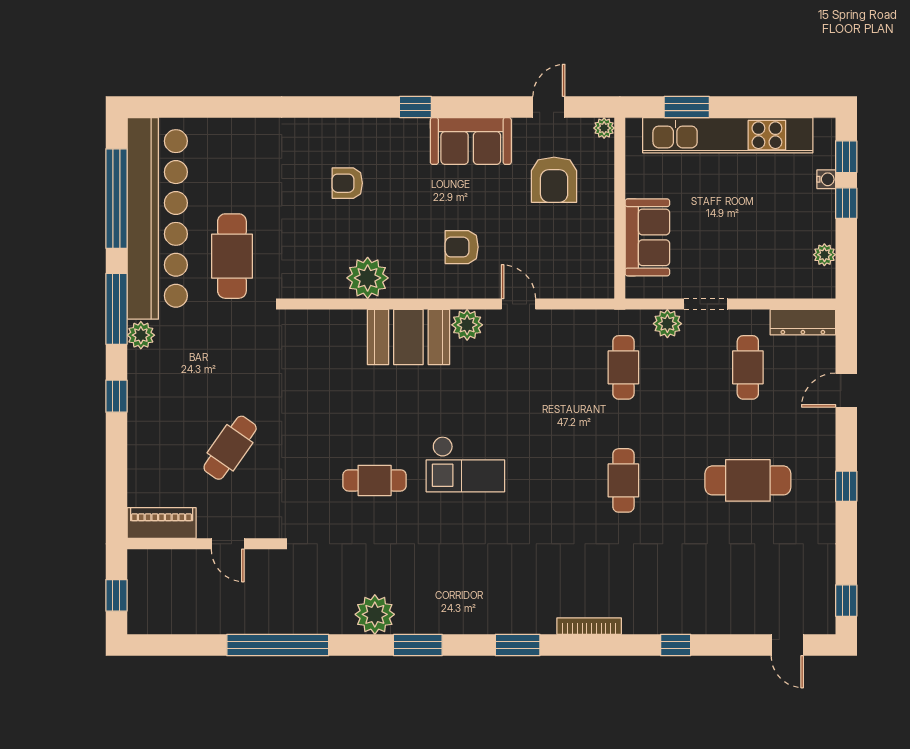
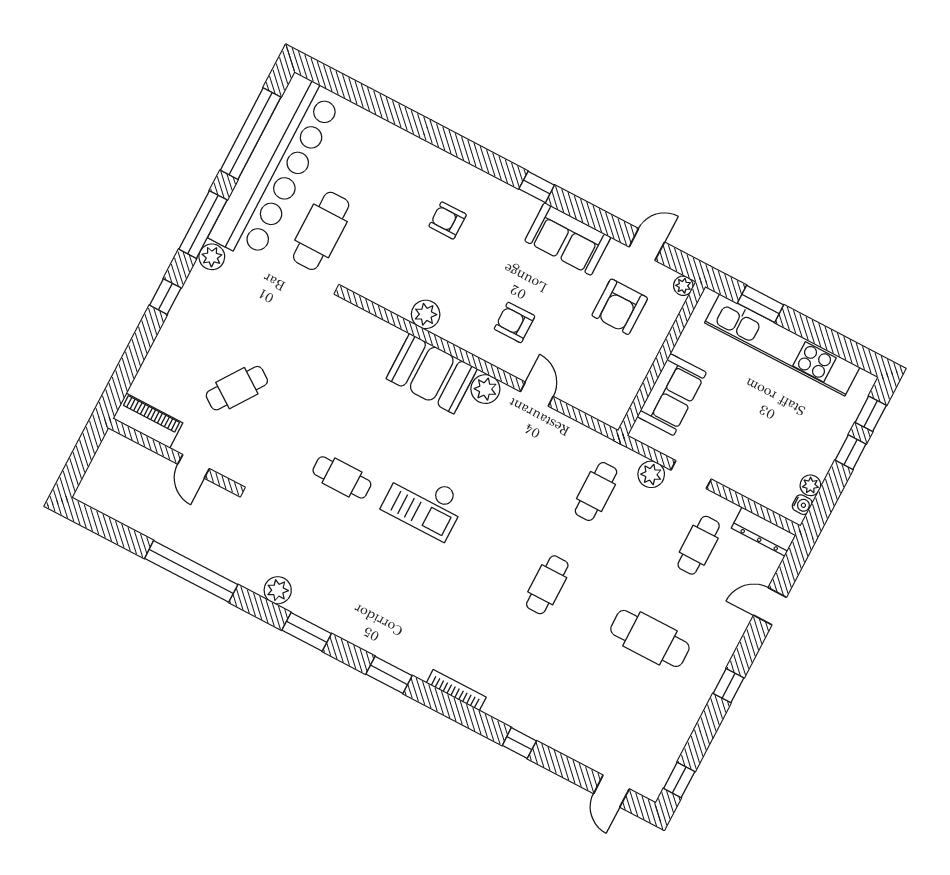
water cooler: (826, 179) -> (802, 505), moved
plant: (368, 278) -> (426, 314), width x0.73, depth x0.73
window: (116, 595) -> (79, 461), removed
plant: (375, 614) -> (278, 590), width x0.73, depth x0.73

